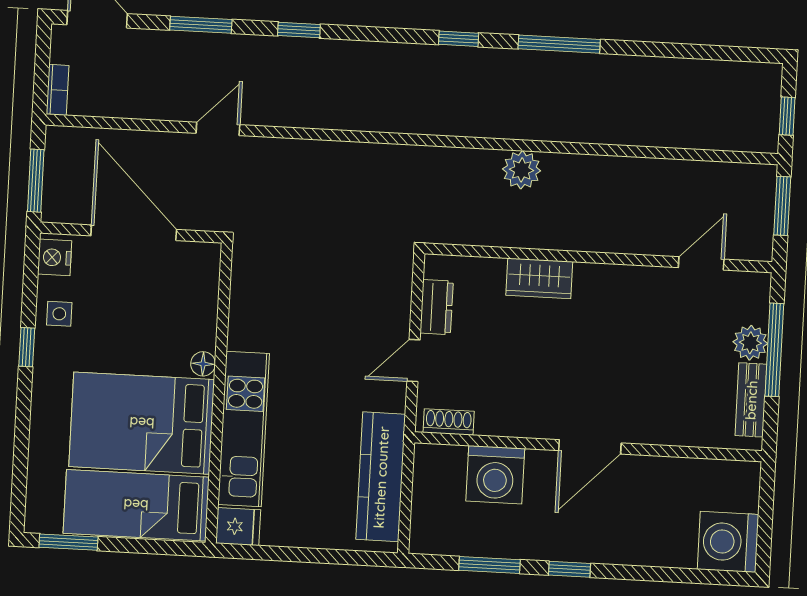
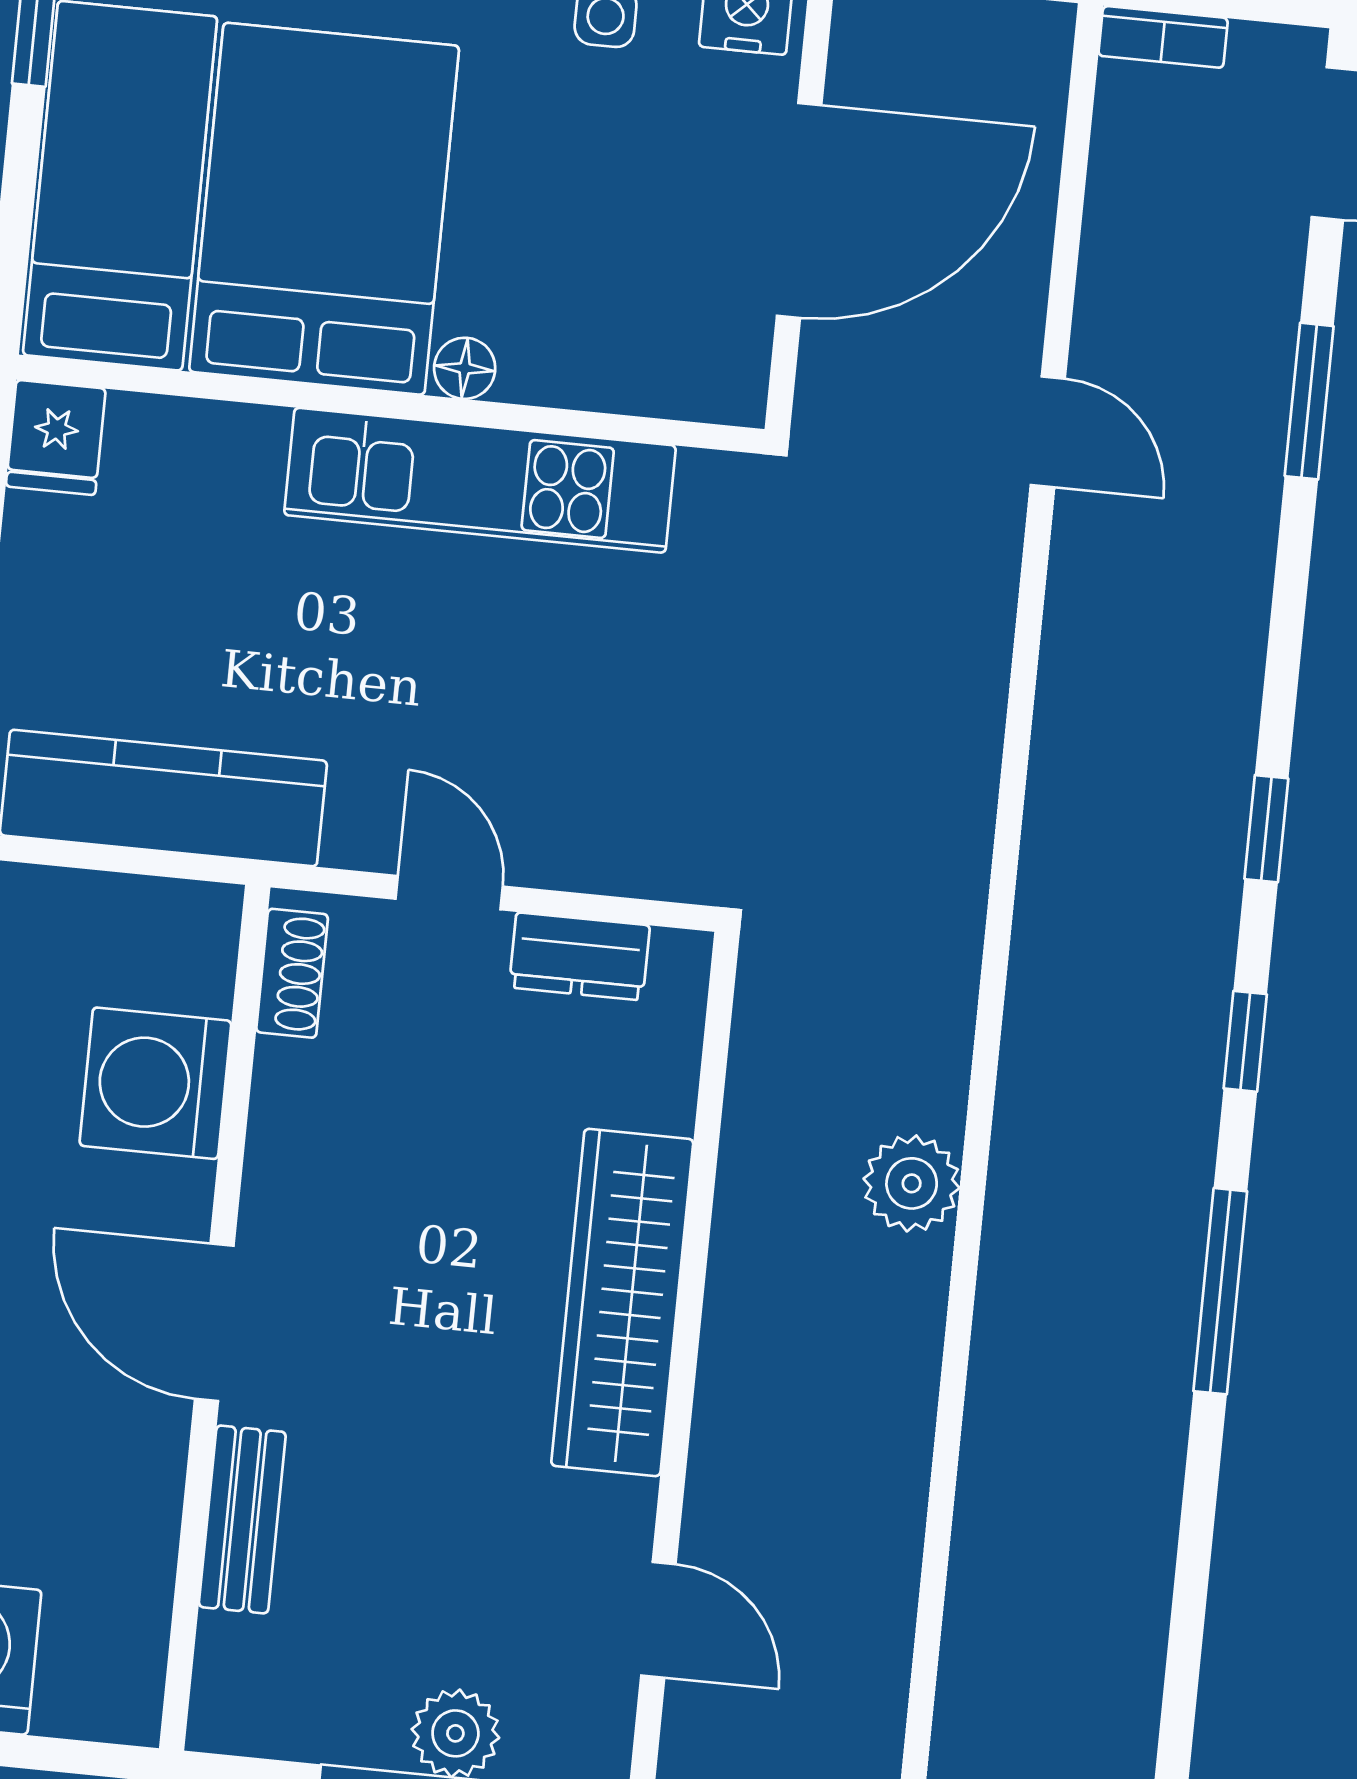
window: (299, 30) -> (1266, 829), moved
wardrobe: (539, 278) -> (622, 1303), width x2.10, depth x1.17
bench: (751, 400) -> (242, 1519), moved, turned 90
kitchen unit: (244, 429) -> (480, 480), moved

